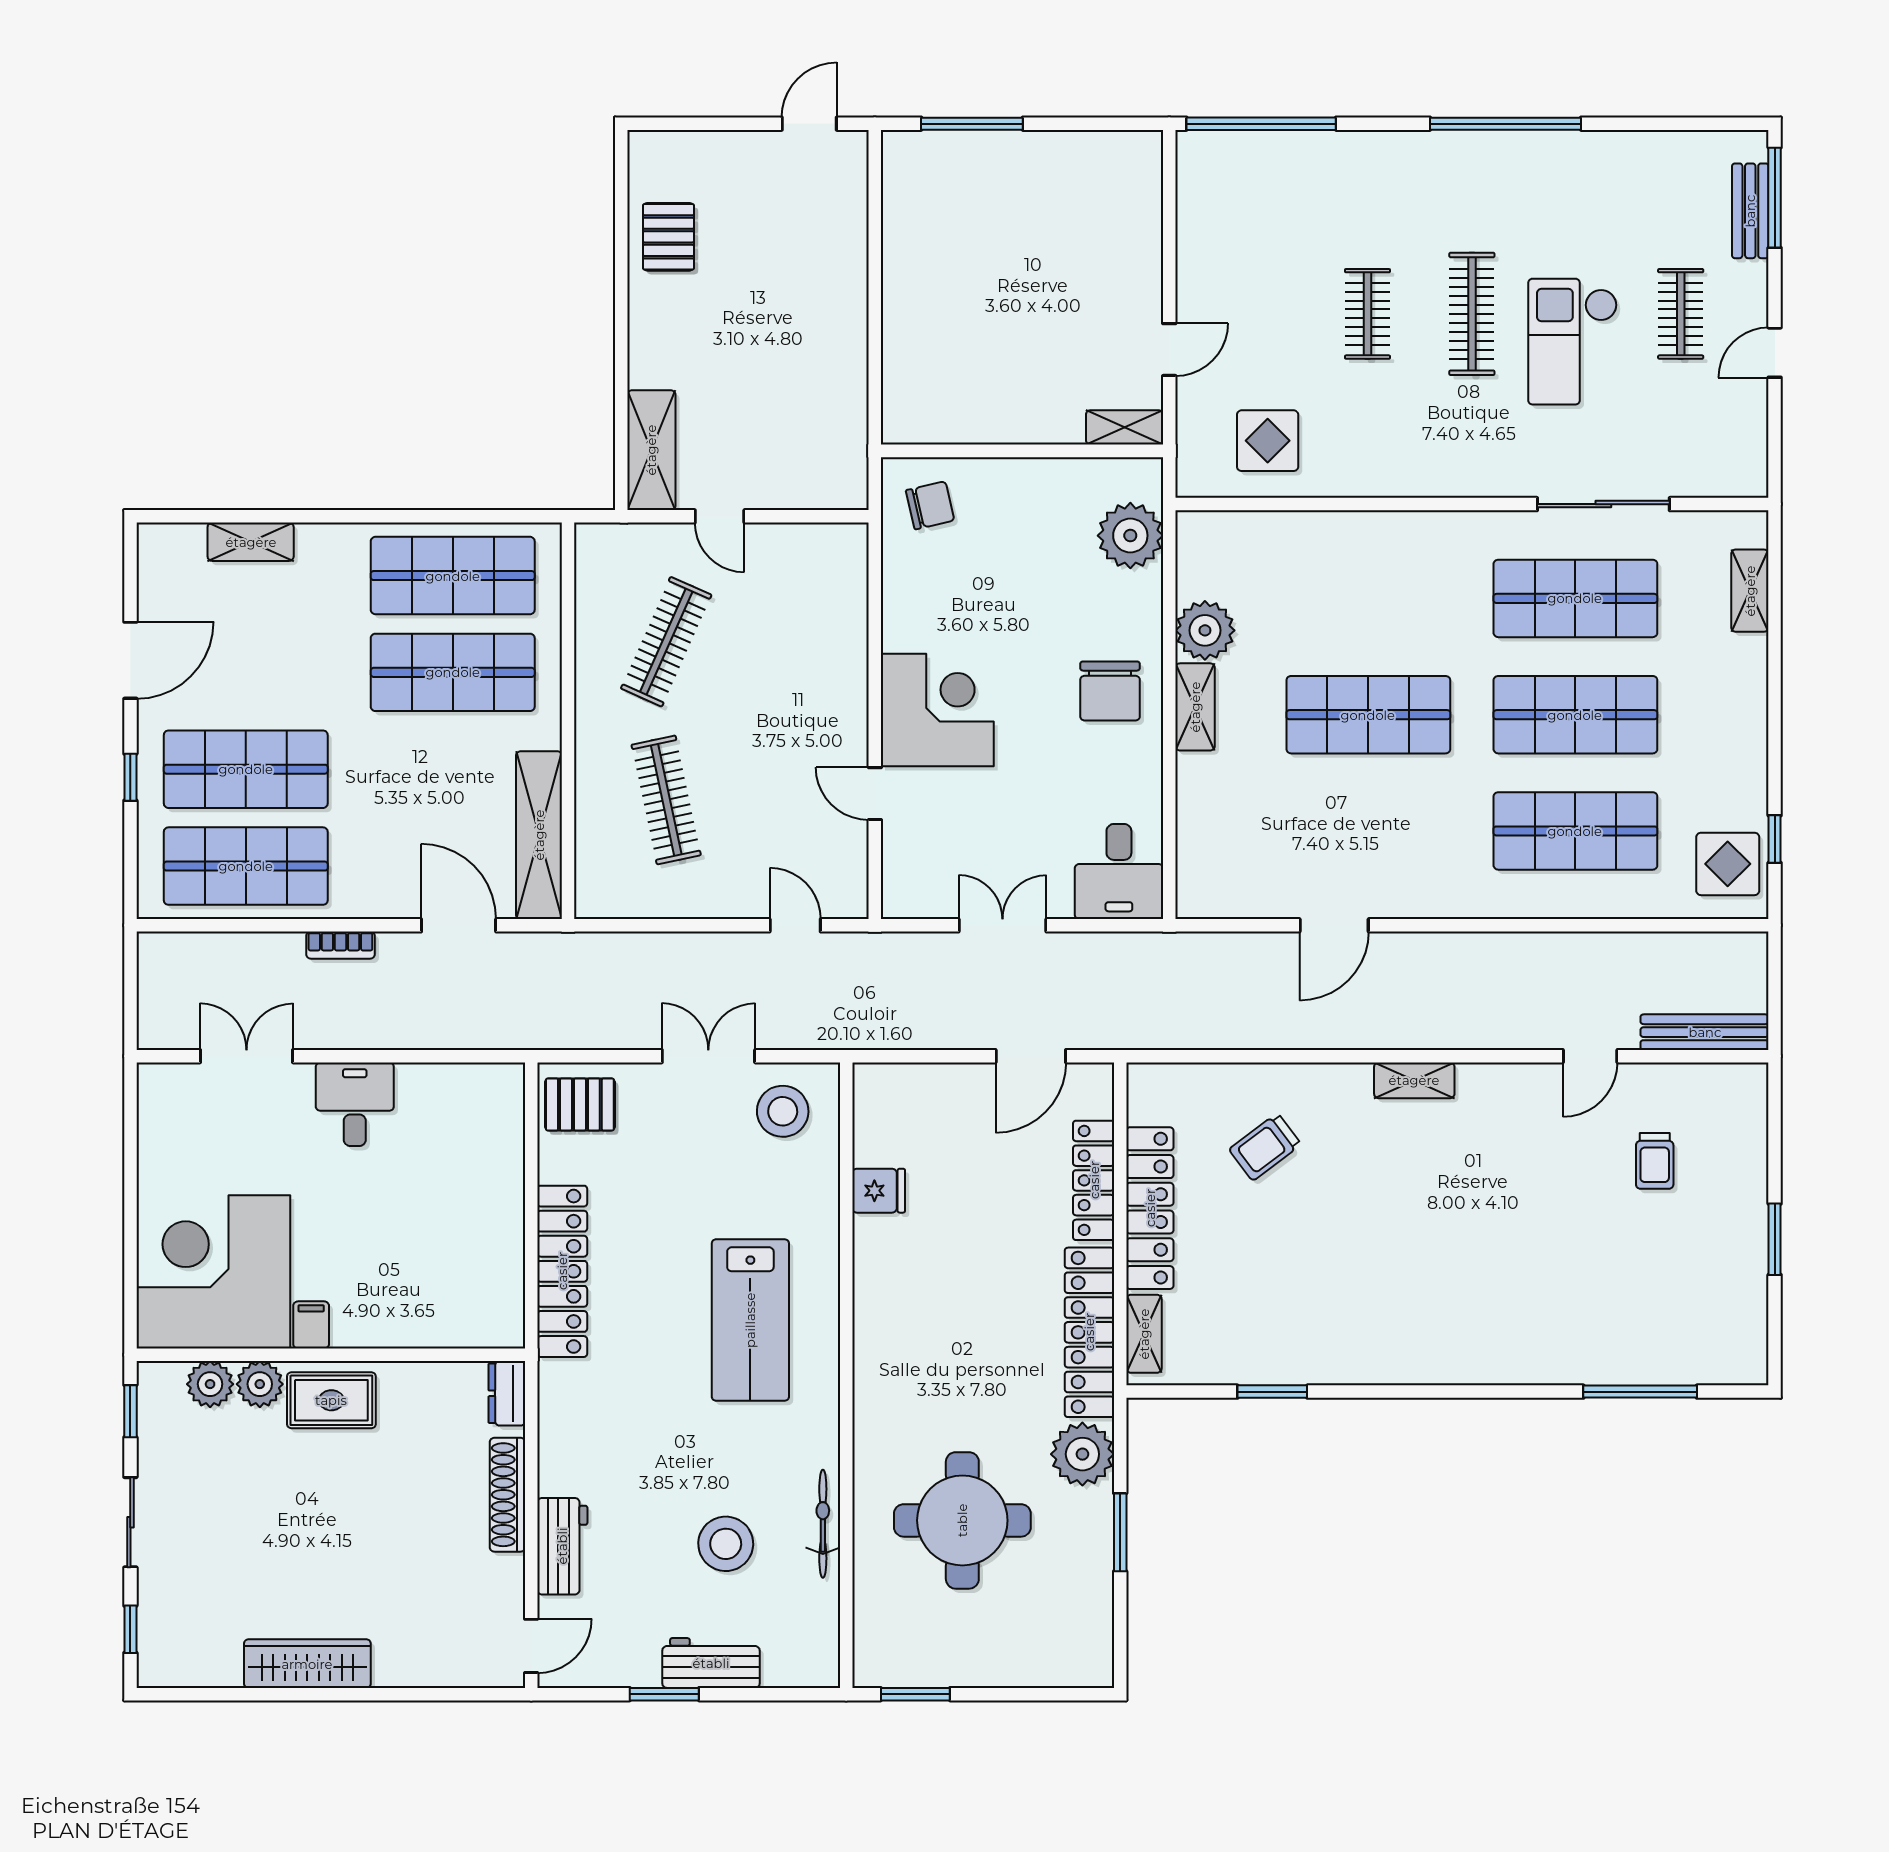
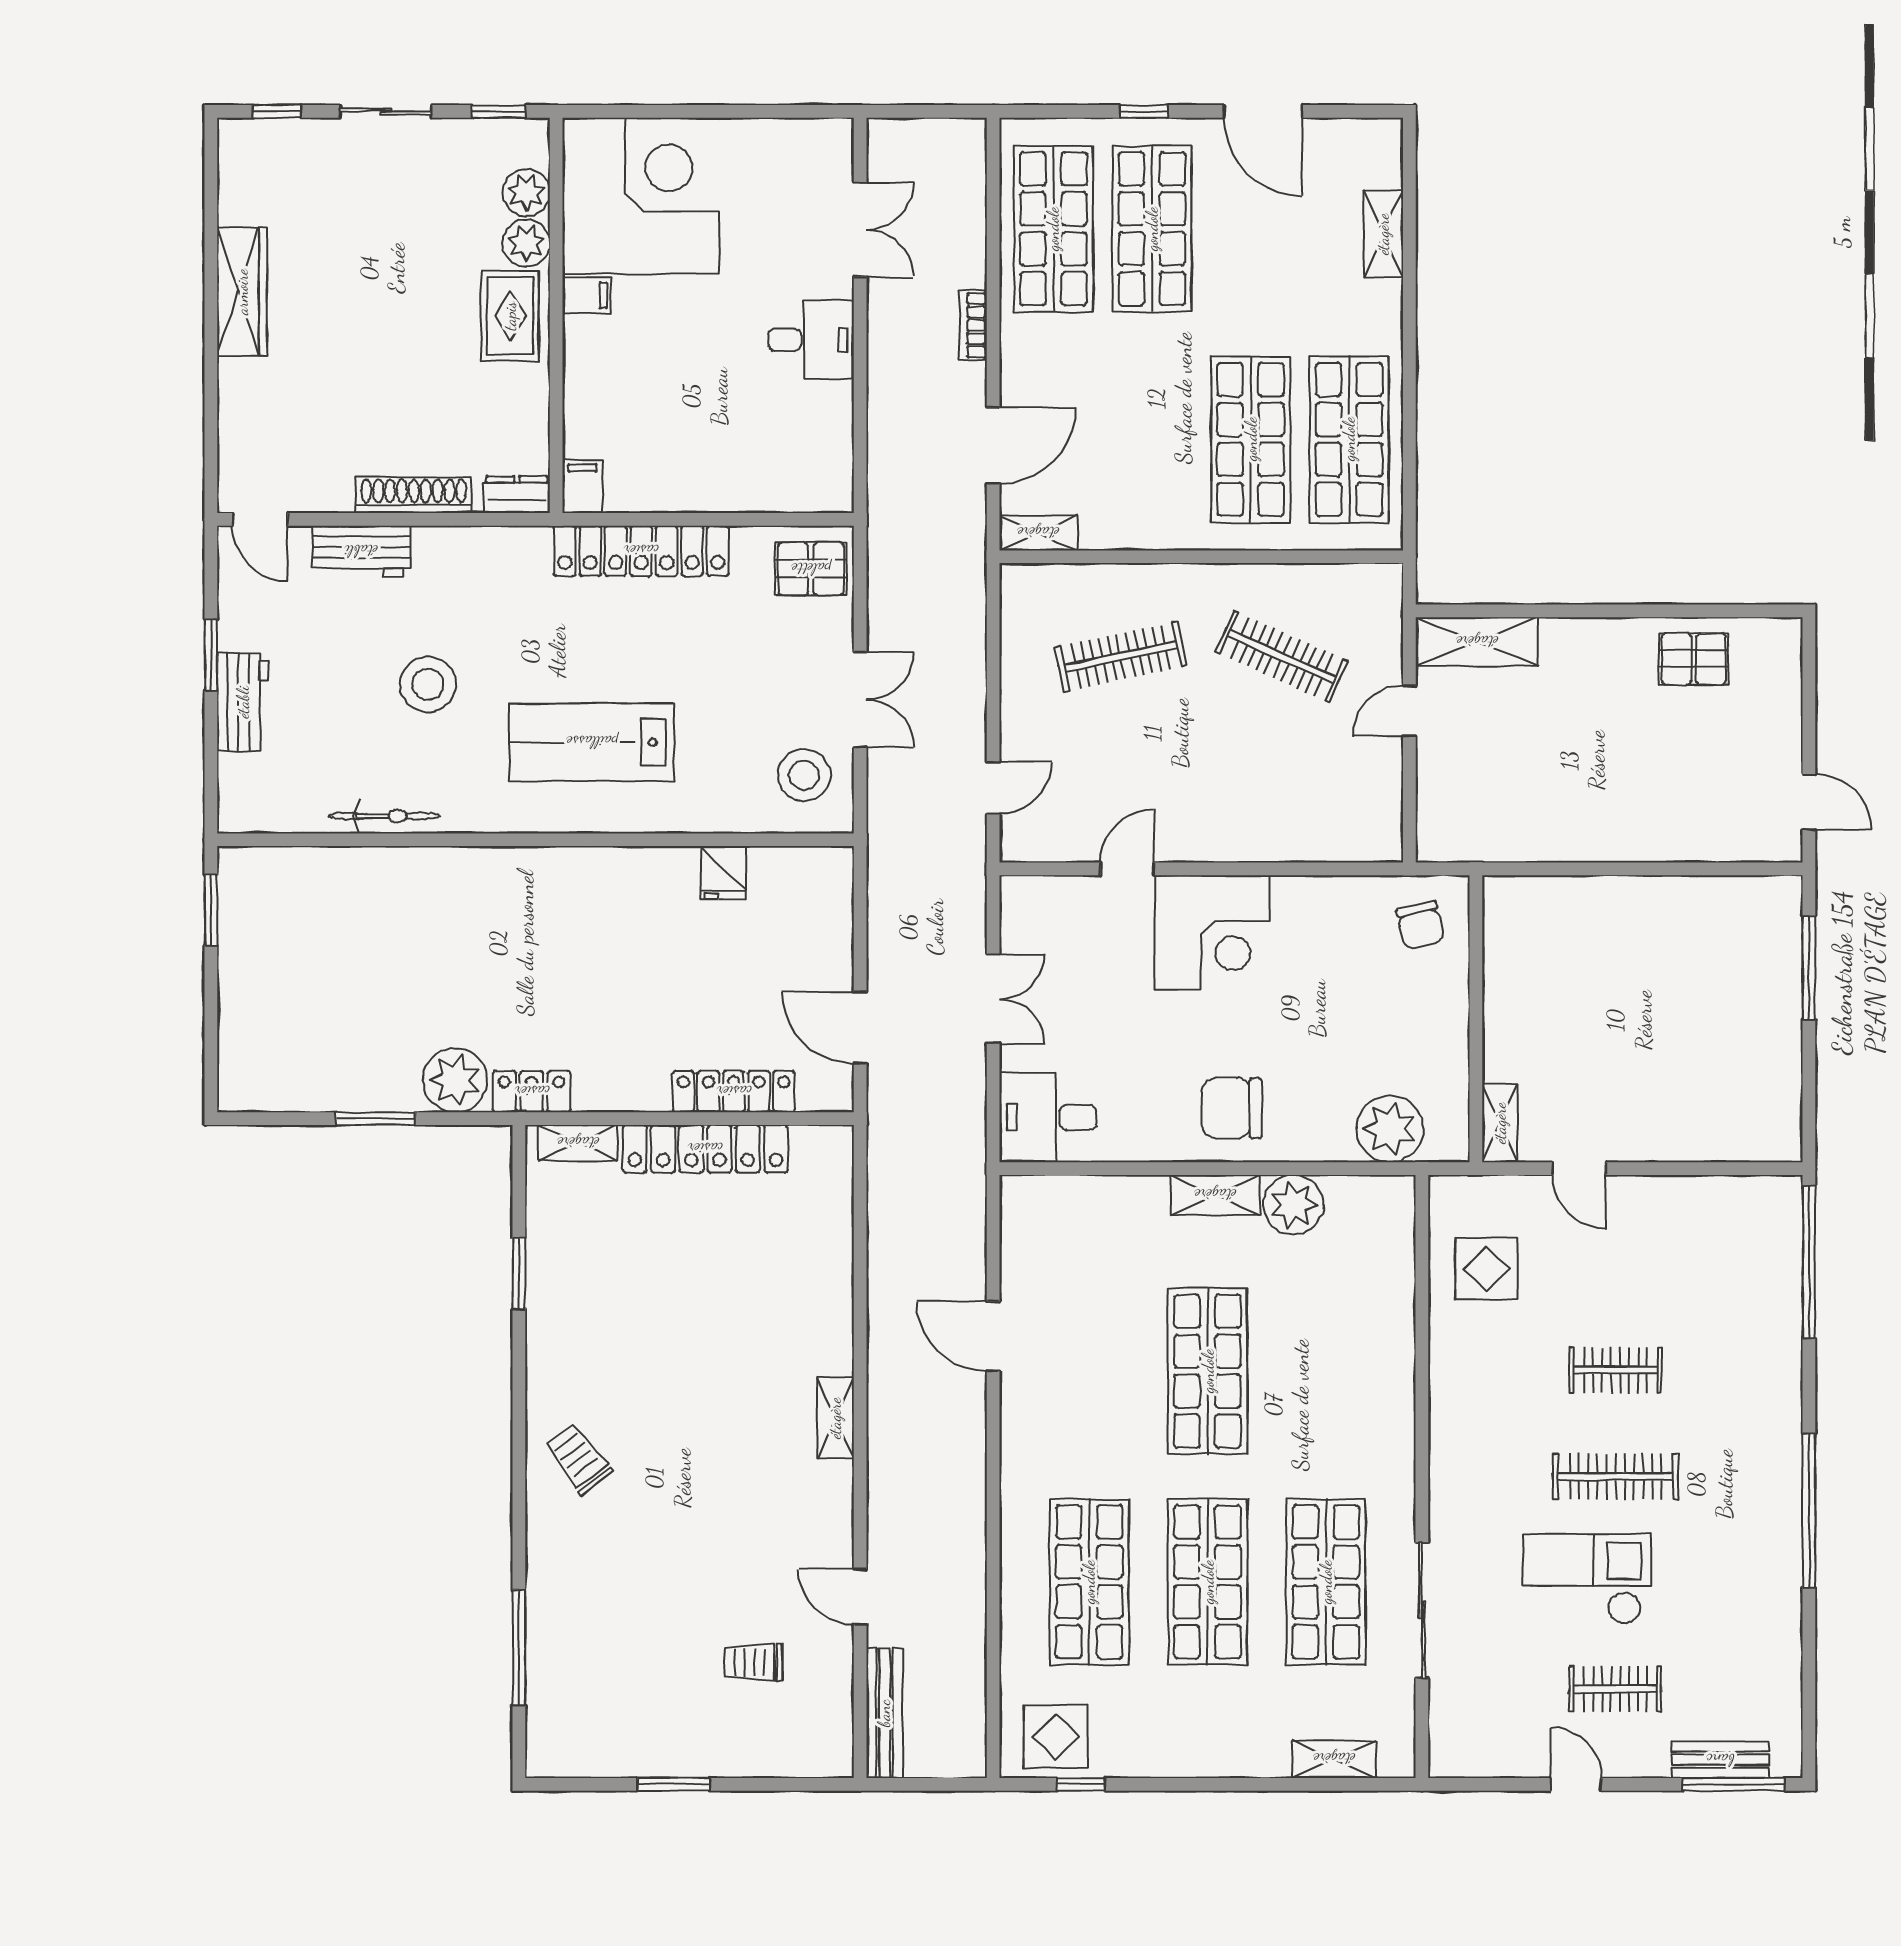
shelving: (539, 835) -> (1038, 533), width x0.45, depth x0.75
pallet: (580, 1104) -> (811, 569), turned 90
trolley: (1265, 1147) -> (578, 1459), moved
filing cabinet: (499, 1329) -> (582, 486), added
locker: (1089, 1332) -> (532, 1092), width x0.46, depth x0.83
round table: (962, 1520) -> (388, 958), removed
stool: (726, 1544) -> (428, 684), moved

